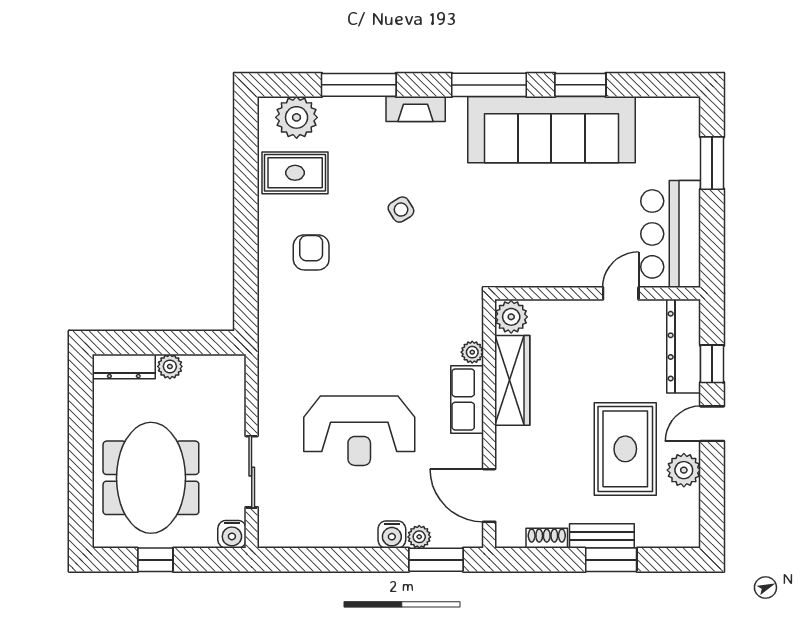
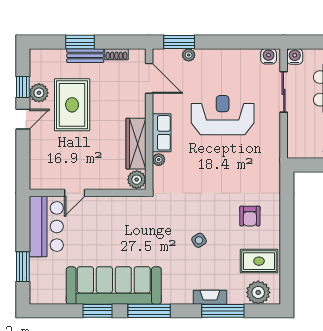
fireplace: (416, 109) -> (210, 297), moved
dresser: (684, 346) -> (39, 163), removed
window: (712, 364) -> (23, 87), moved
water cooler: (392, 534) -> (269, 56), moved

